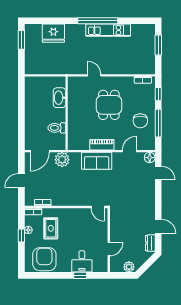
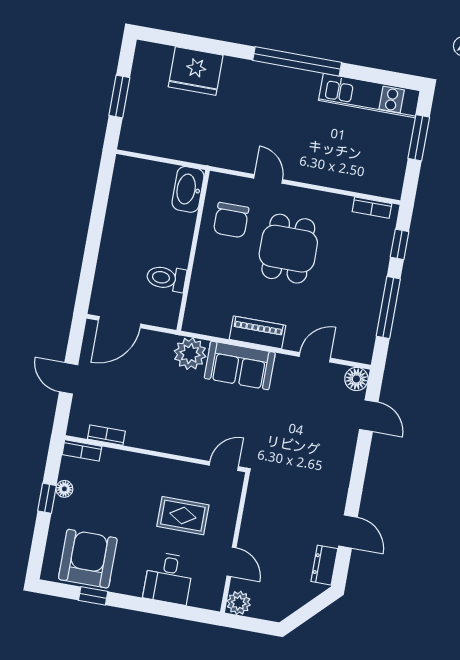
kitchen unit: (108, 30) -> (369, 96), moved
window: (21, 40) -> (119, 97), moved
washbasin: (59, 98) -> (188, 189), moved
chair: (140, 121) -> (231, 220), moved
plant: (62, 160) -> (190, 354), moved
door: (21, 180) -> (69, 378), hinge flipped
door: (98, 207) -> (224, 466), swing flipped
rug: (51, 228) -> (183, 516), moved, turned 90
door: (109, 249) -> (232, 562), hinge flipped
plant: (129, 267) -> (239, 603), moved
window: (80, 275) -> (93, 596), moved

